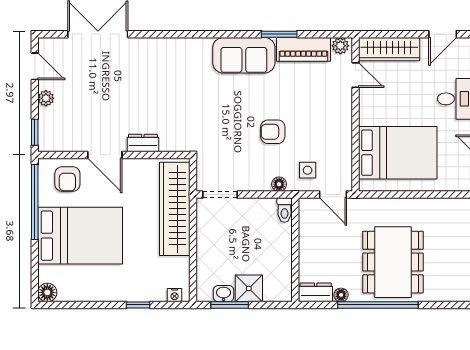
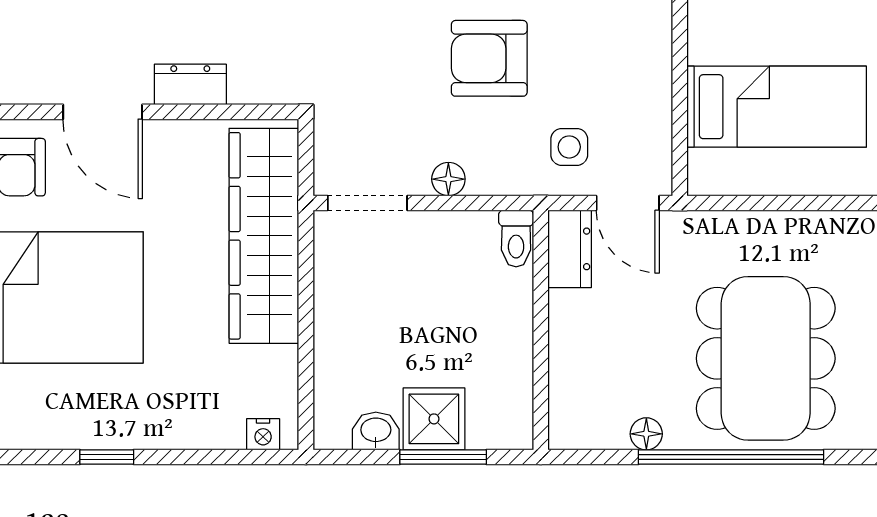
armchair: (273, 132) -> (489, 58), width x1.38, depth x1.38
bed: (398, 153) -> (777, 107), width x0.67
floor lamp: (279, 184) -> (448, 179), moved
dresser: (316, 292) -> (570, 249), moved, turned 90
window: (138, 305) -> (107, 457), moved
window: (230, 305) -> (443, 457), moved

